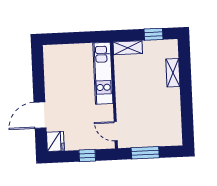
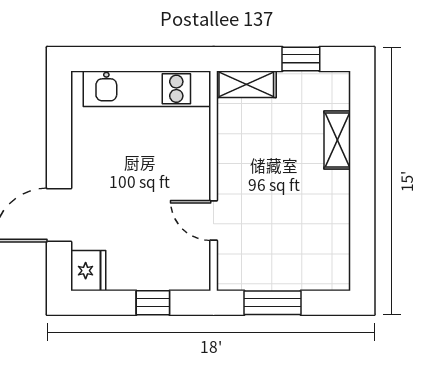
kitchen unit: (103, 73) -> (147, 89), moved, turned -90
door: (116, 131) -> (214, 221), moved

